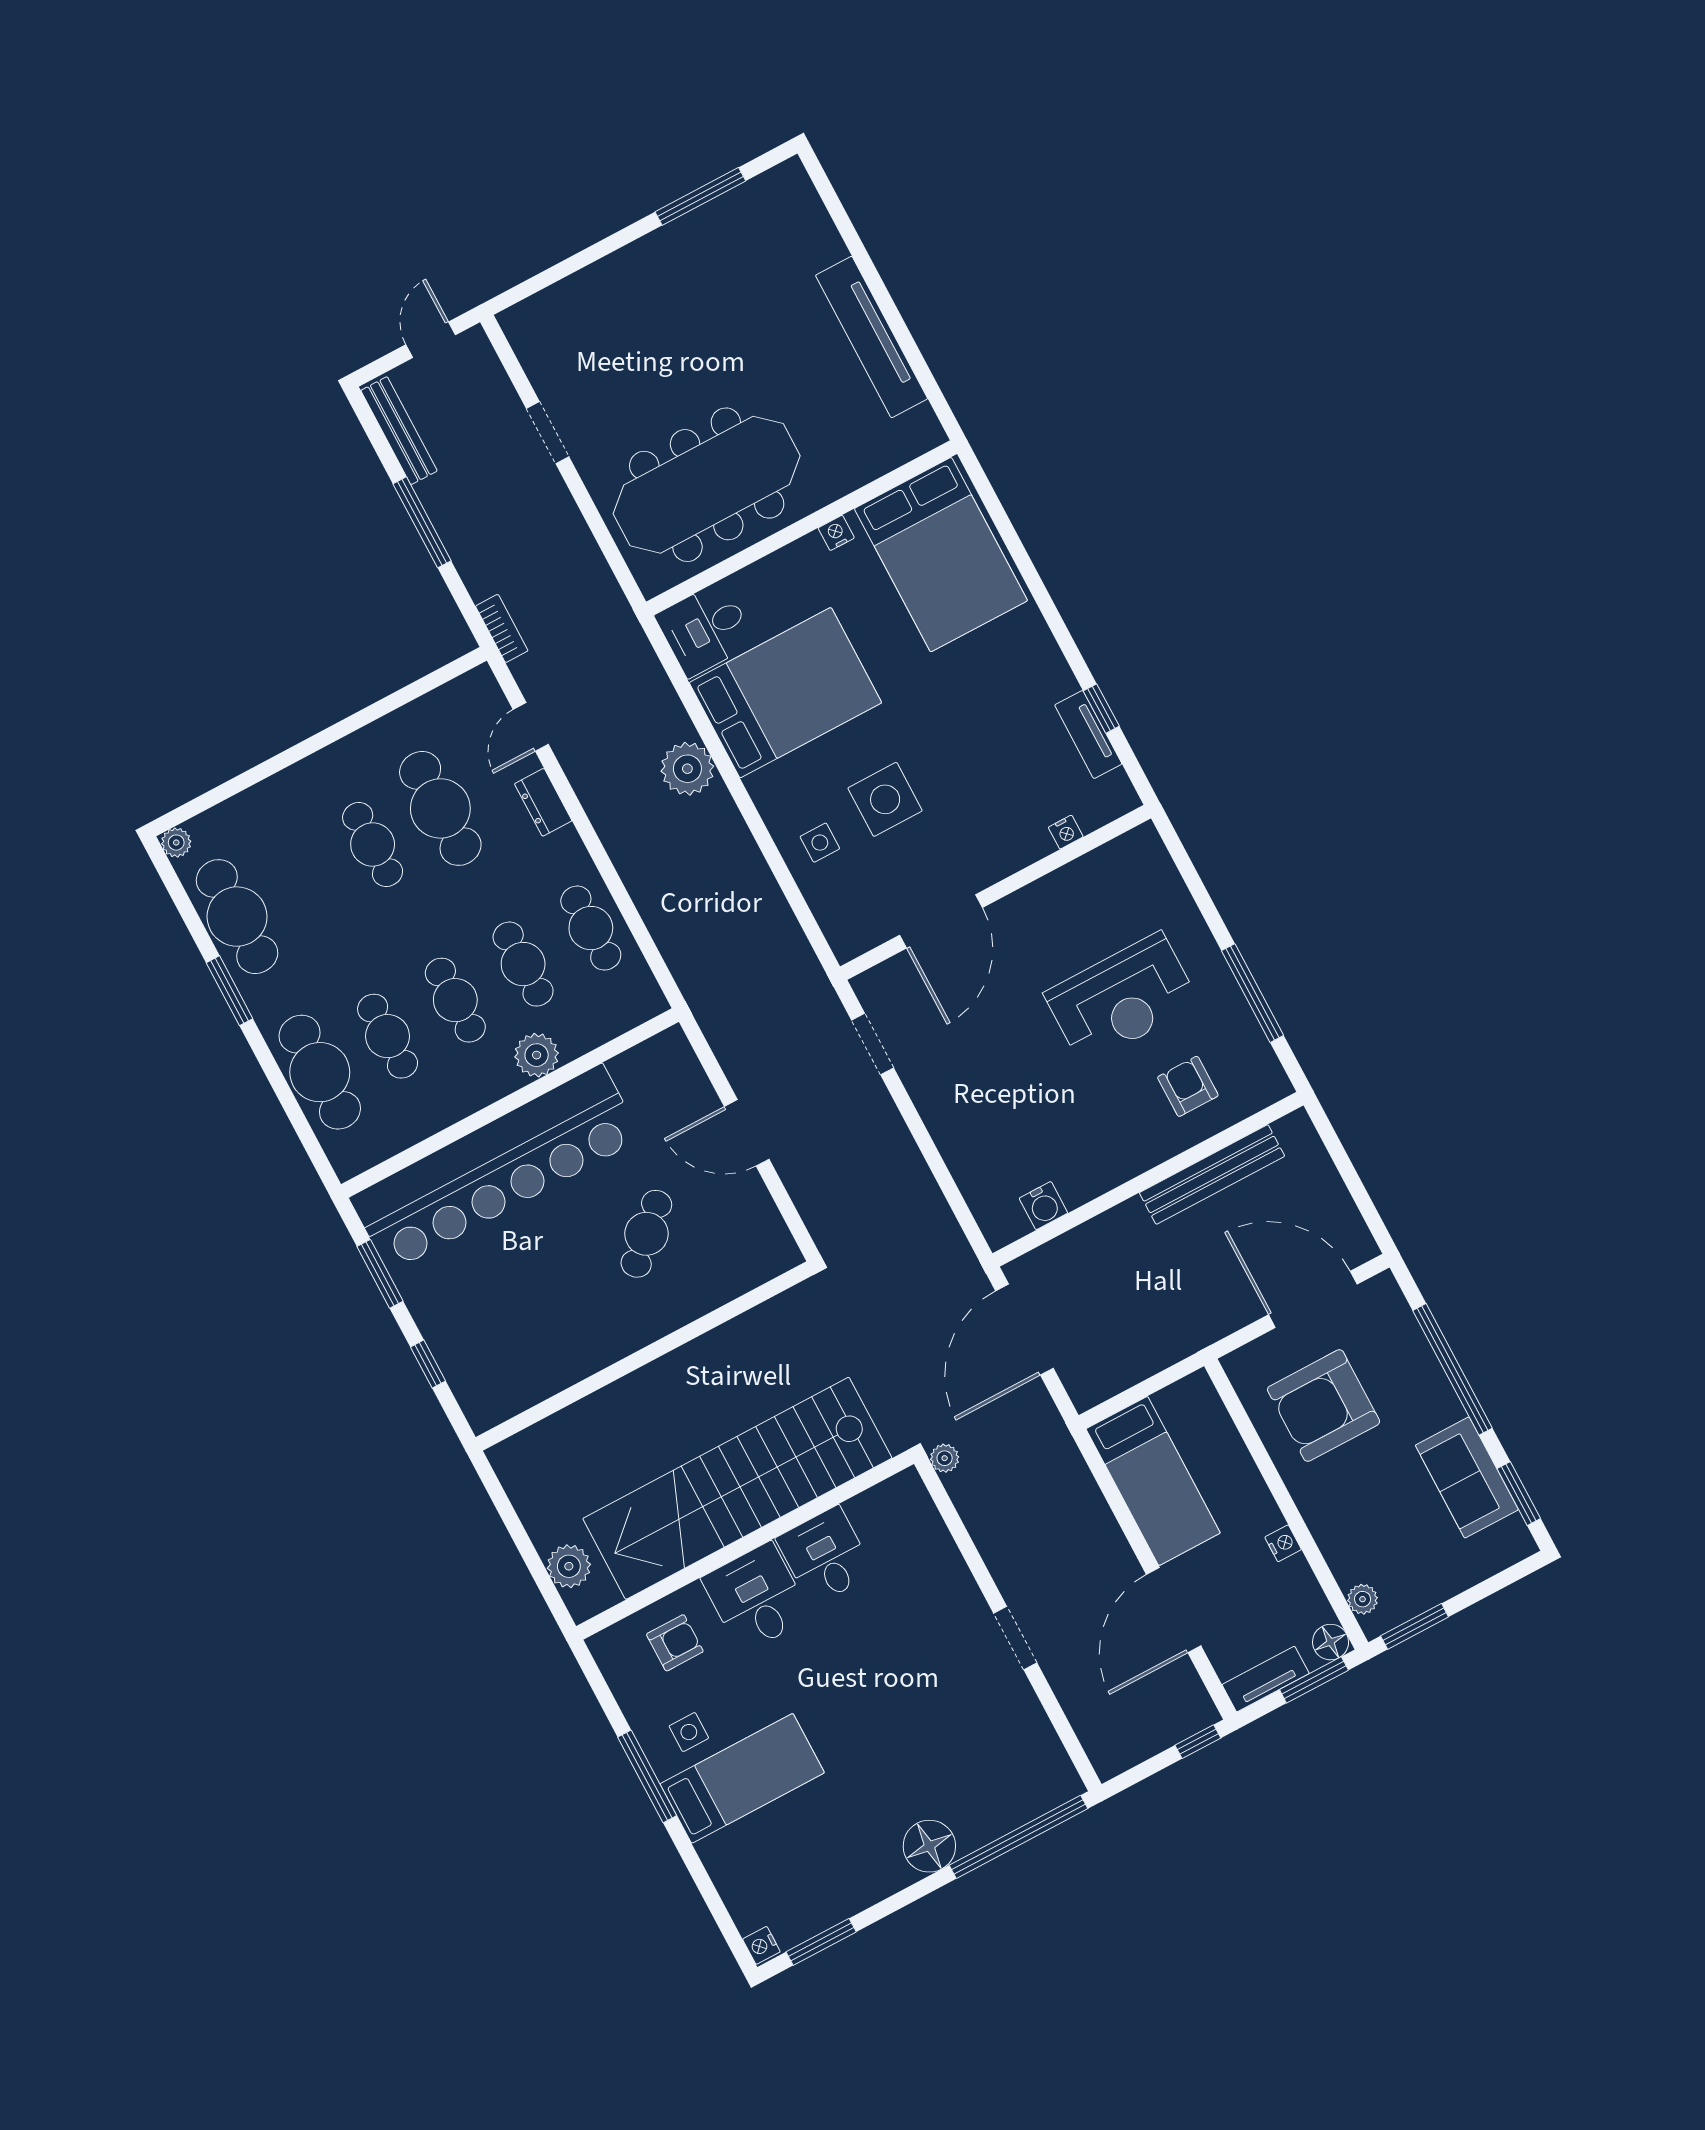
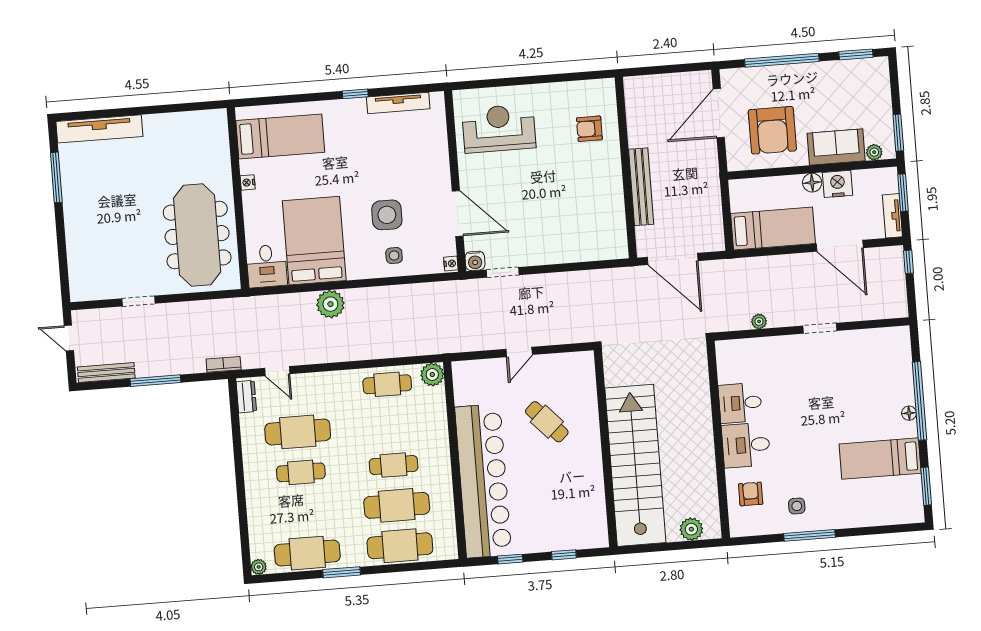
tv unit: (872, 337) -> (99, 129), moved
bed: (941, 555) -> (280, 136), width x0.67
window: (1101, 709) -> (355, 94), moved
tv unit: (1088, 735) -> (398, 103), width x1.41
dresser: (543, 802) -> (246, 397), moved, turned -90
nightstand: (1066, 832) -> (451, 264), moved
cafe table: (523, 964) -> (390, 425), removed
window: (1253, 993) -> (558, 78), removed
reception desk: (1122, 999) -> (499, 128), moved, turned -90
cafe table: (388, 1036) -> (397, 505), width x1.37, depth x1.35
plant: (537, 1055) -> (432, 375), moved
door: (747, 1133) -> (519, 352), width x0.73
bench: (1212, 1174) -> (641, 187), moved
water cooler: (1043, 1206) -> (475, 261), moved, turned 90
window: (380, 1274) -> (510, 559), width x0.67
plant: (945, 1458) -> (759, 321), moved
sofa: (1467, 1477) -> (836, 147), moved, turned 180
stairs: (737, 1488) -> (635, 465), moved, turned 180
nightstand: (1283, 1543) -> (838, 184), width x1.89, depth x1.79
floor lamp: (1331, 1642) -> (812, 183), moved
bed: (742, 1778) -> (880, 459), moved, turned -90
window: (1018, 1837) -> (919, 401), moved
floor lamp: (929, 1846) -> (909, 413), width x0.53, depth x0.53
nightstand: (761, 1945) -> (915, 516), removed

